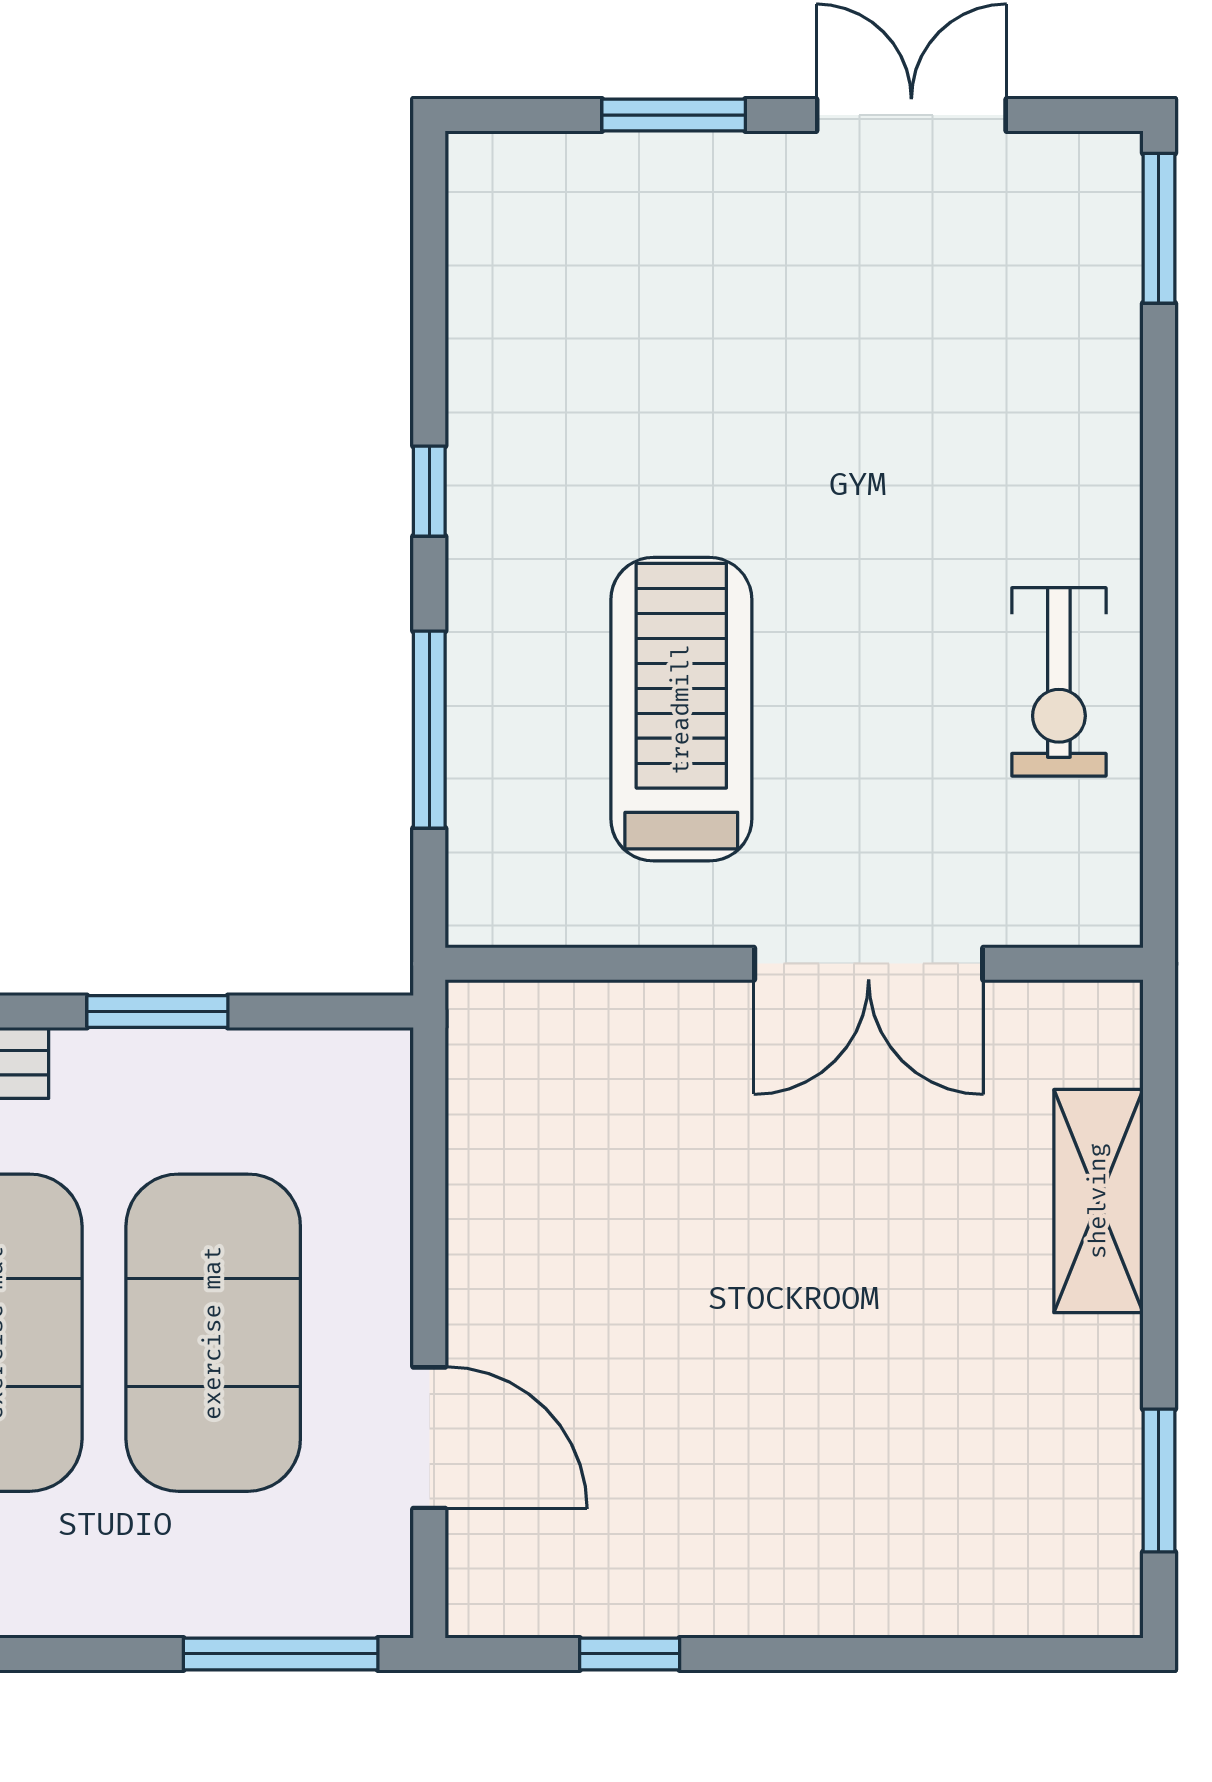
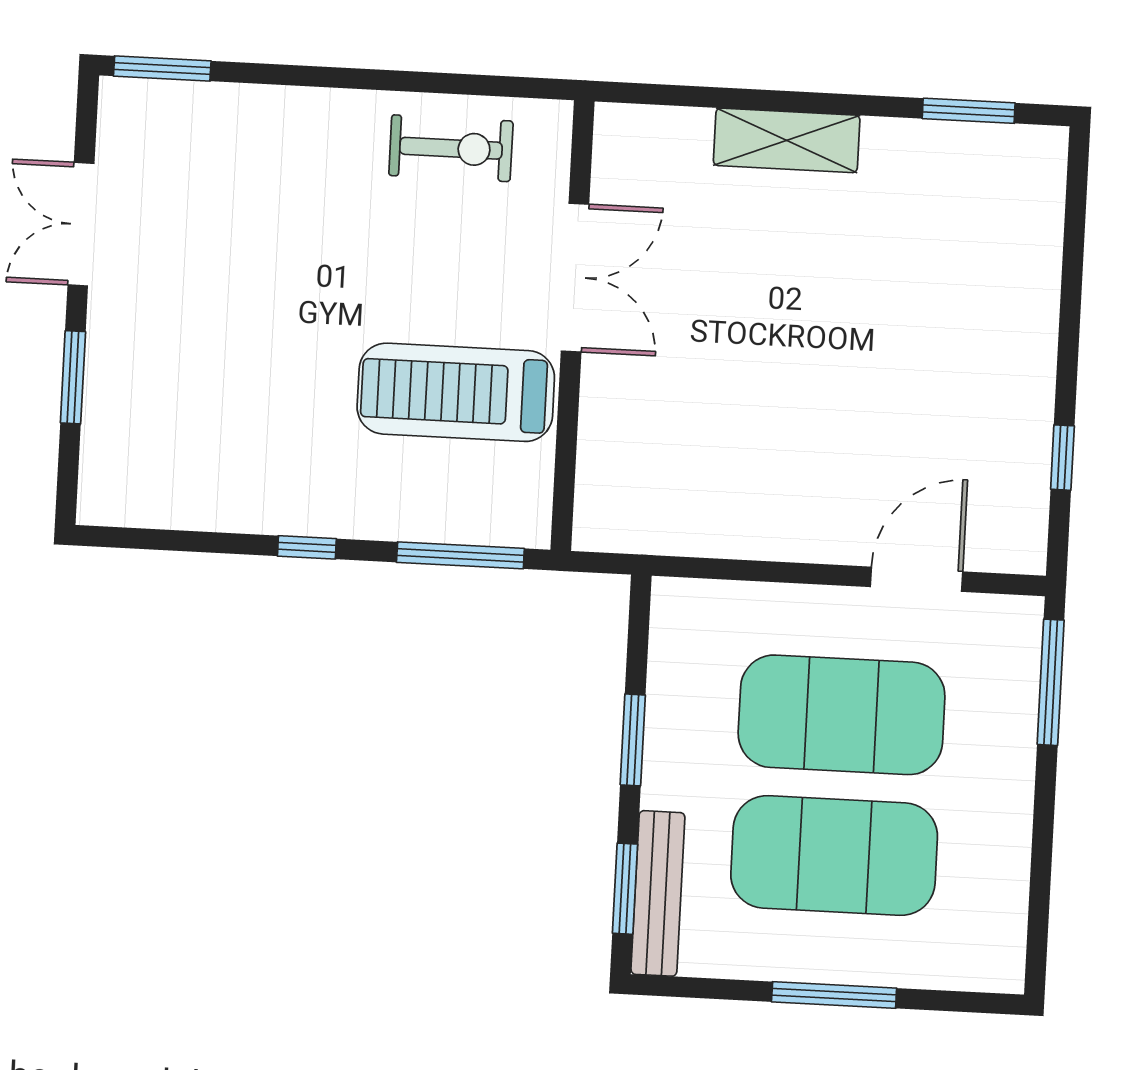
wall: (794, 964) -> (573, 326), moved
double door: (869, 964) -> (575, 278), moved

